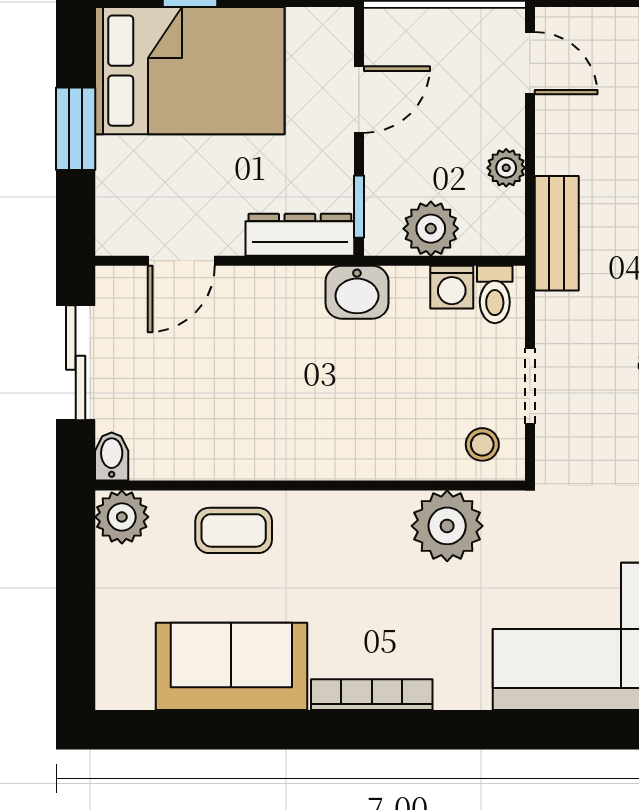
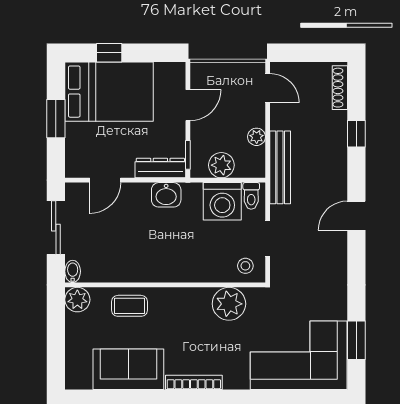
bench: (557, 233) -> (280, 167), width x1.36
washing machine: (452, 287) -> (222, 201), width x1.89, depth x1.89
washbasin: (357, 292) -> (166, 195), moved

